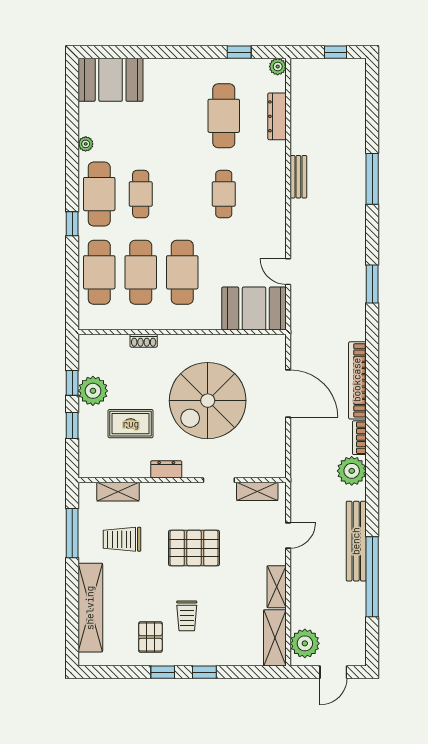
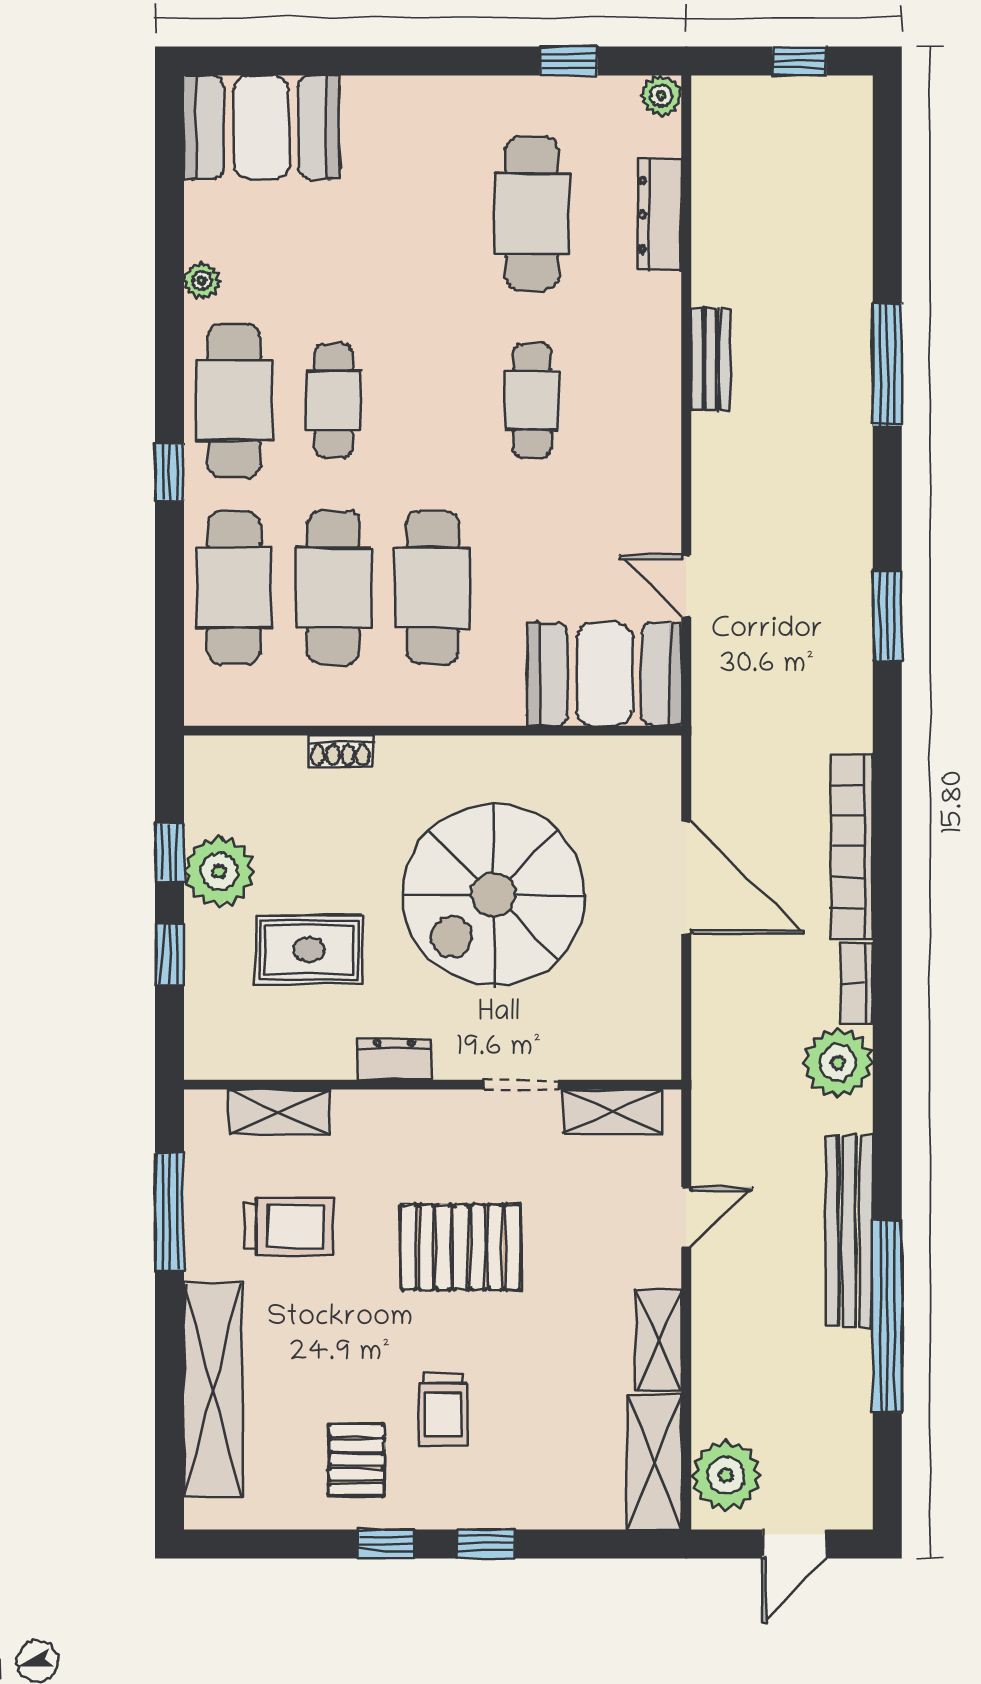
trolley: (122, 539) -> (289, 1226), turned 180

